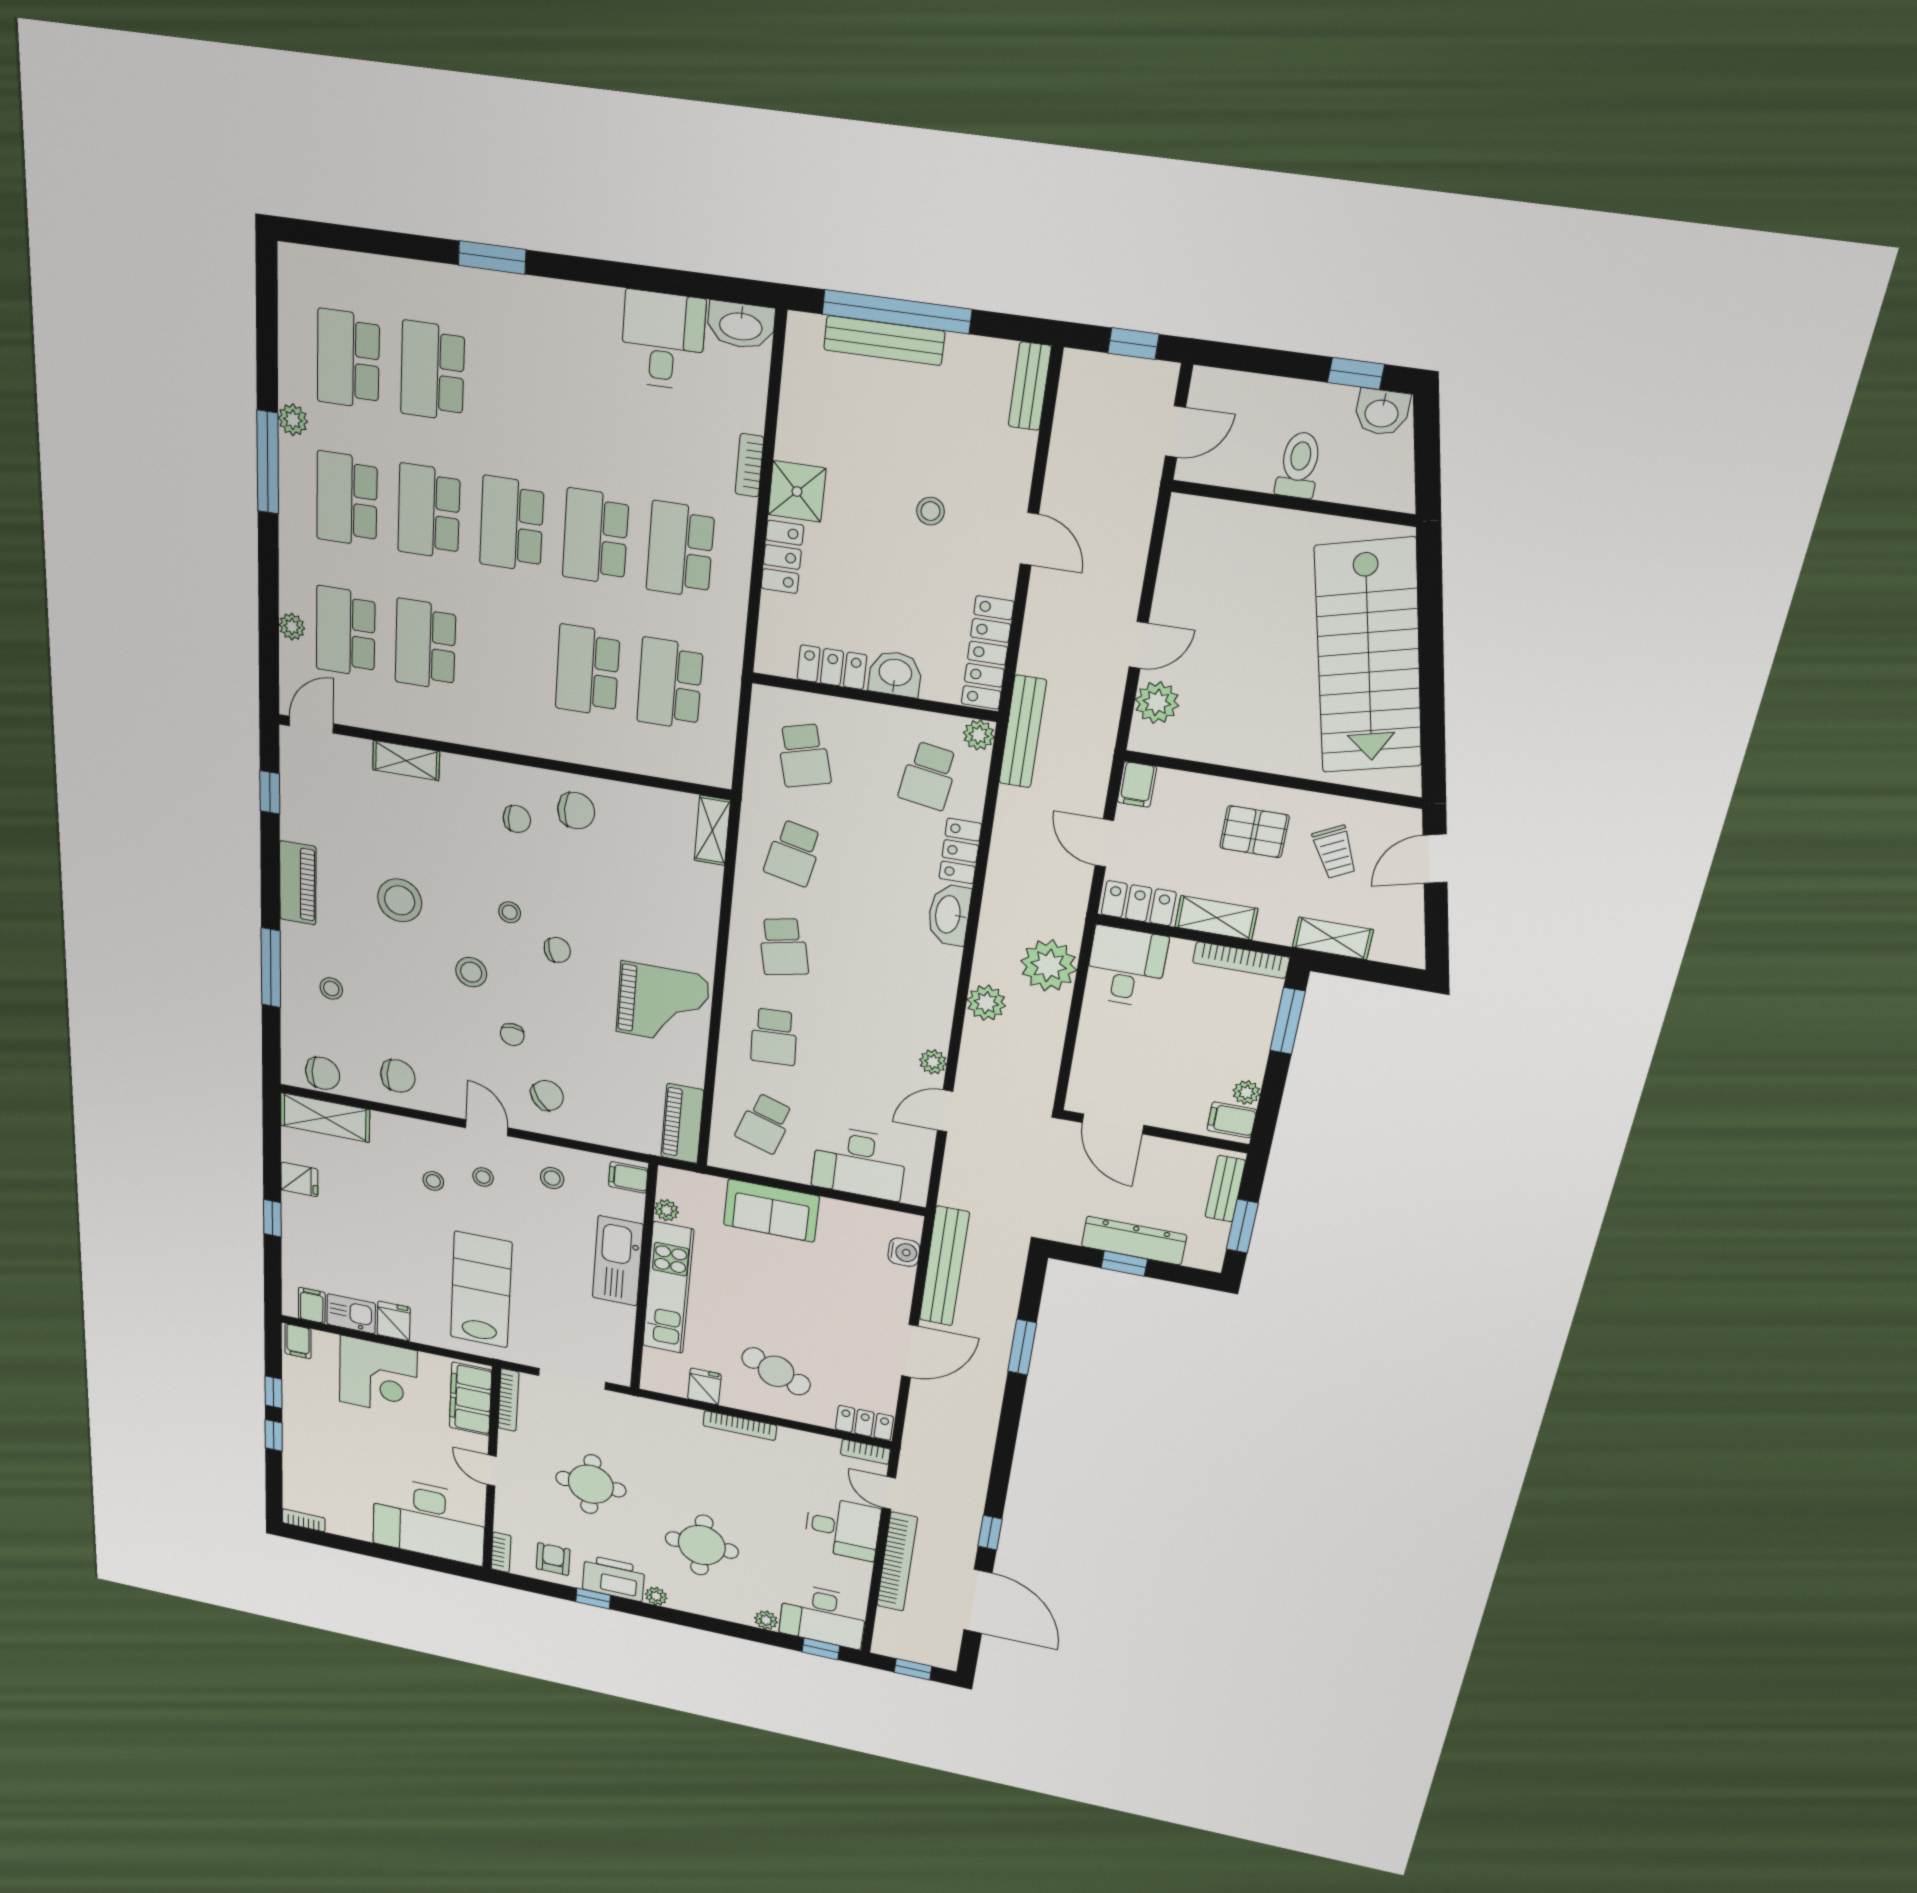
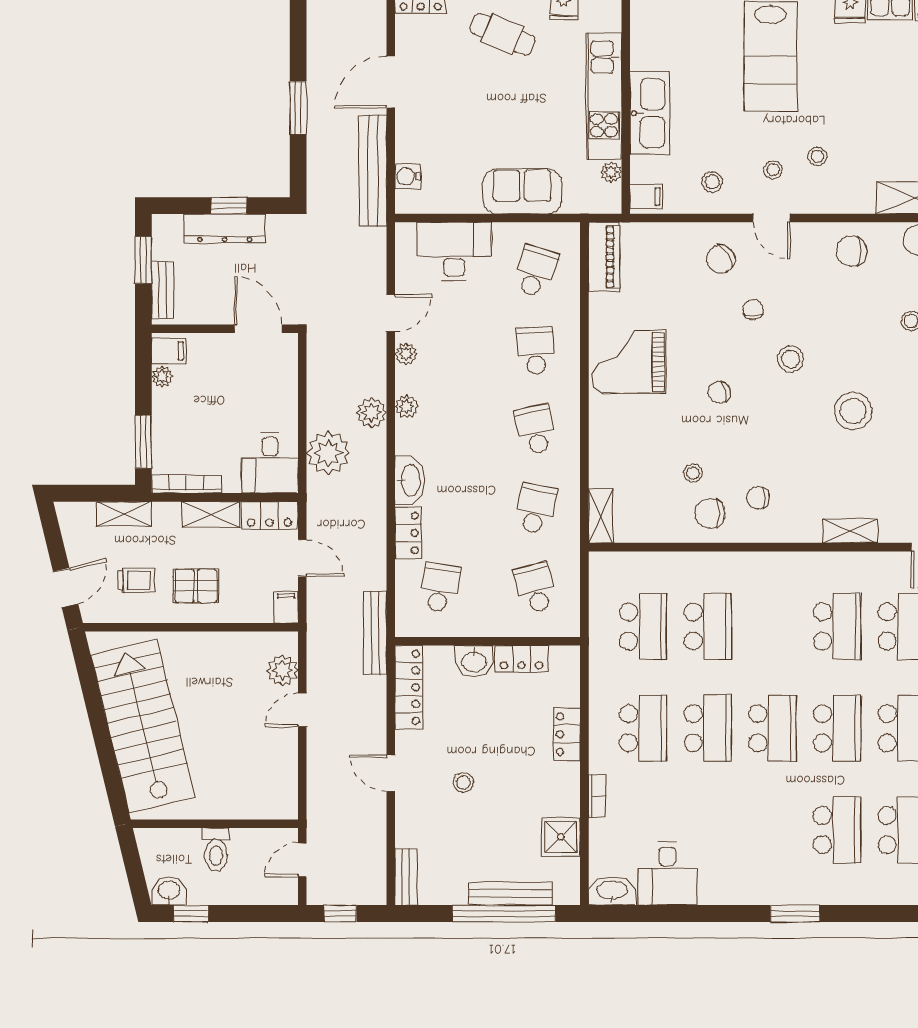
shower: (797, 491) -> (561, 837), moved
plant: (979, 735) -> (407, 407), moved
trolley: (1335, 852) -> (136, 581), turned 117
stool: (510, 912) -> (693, 473), moved

